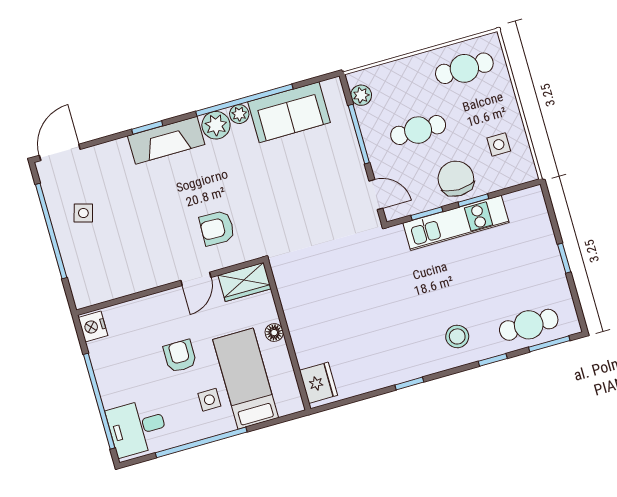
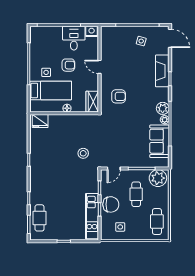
plant: (361, 95) -> (158, 178), width x1.88, depth x1.88
fireplace: (166, 140) -> (162, 71), moved
kitchen unit: (456, 223) -> (92, 216), moved
armchair: (217, 228) -> (119, 96), turned 88
door: (196, 279) -> (99, 67), moved
stool: (457, 336) -> (83, 153), moved
desk: (137, 427) -> (74, 38), moved

